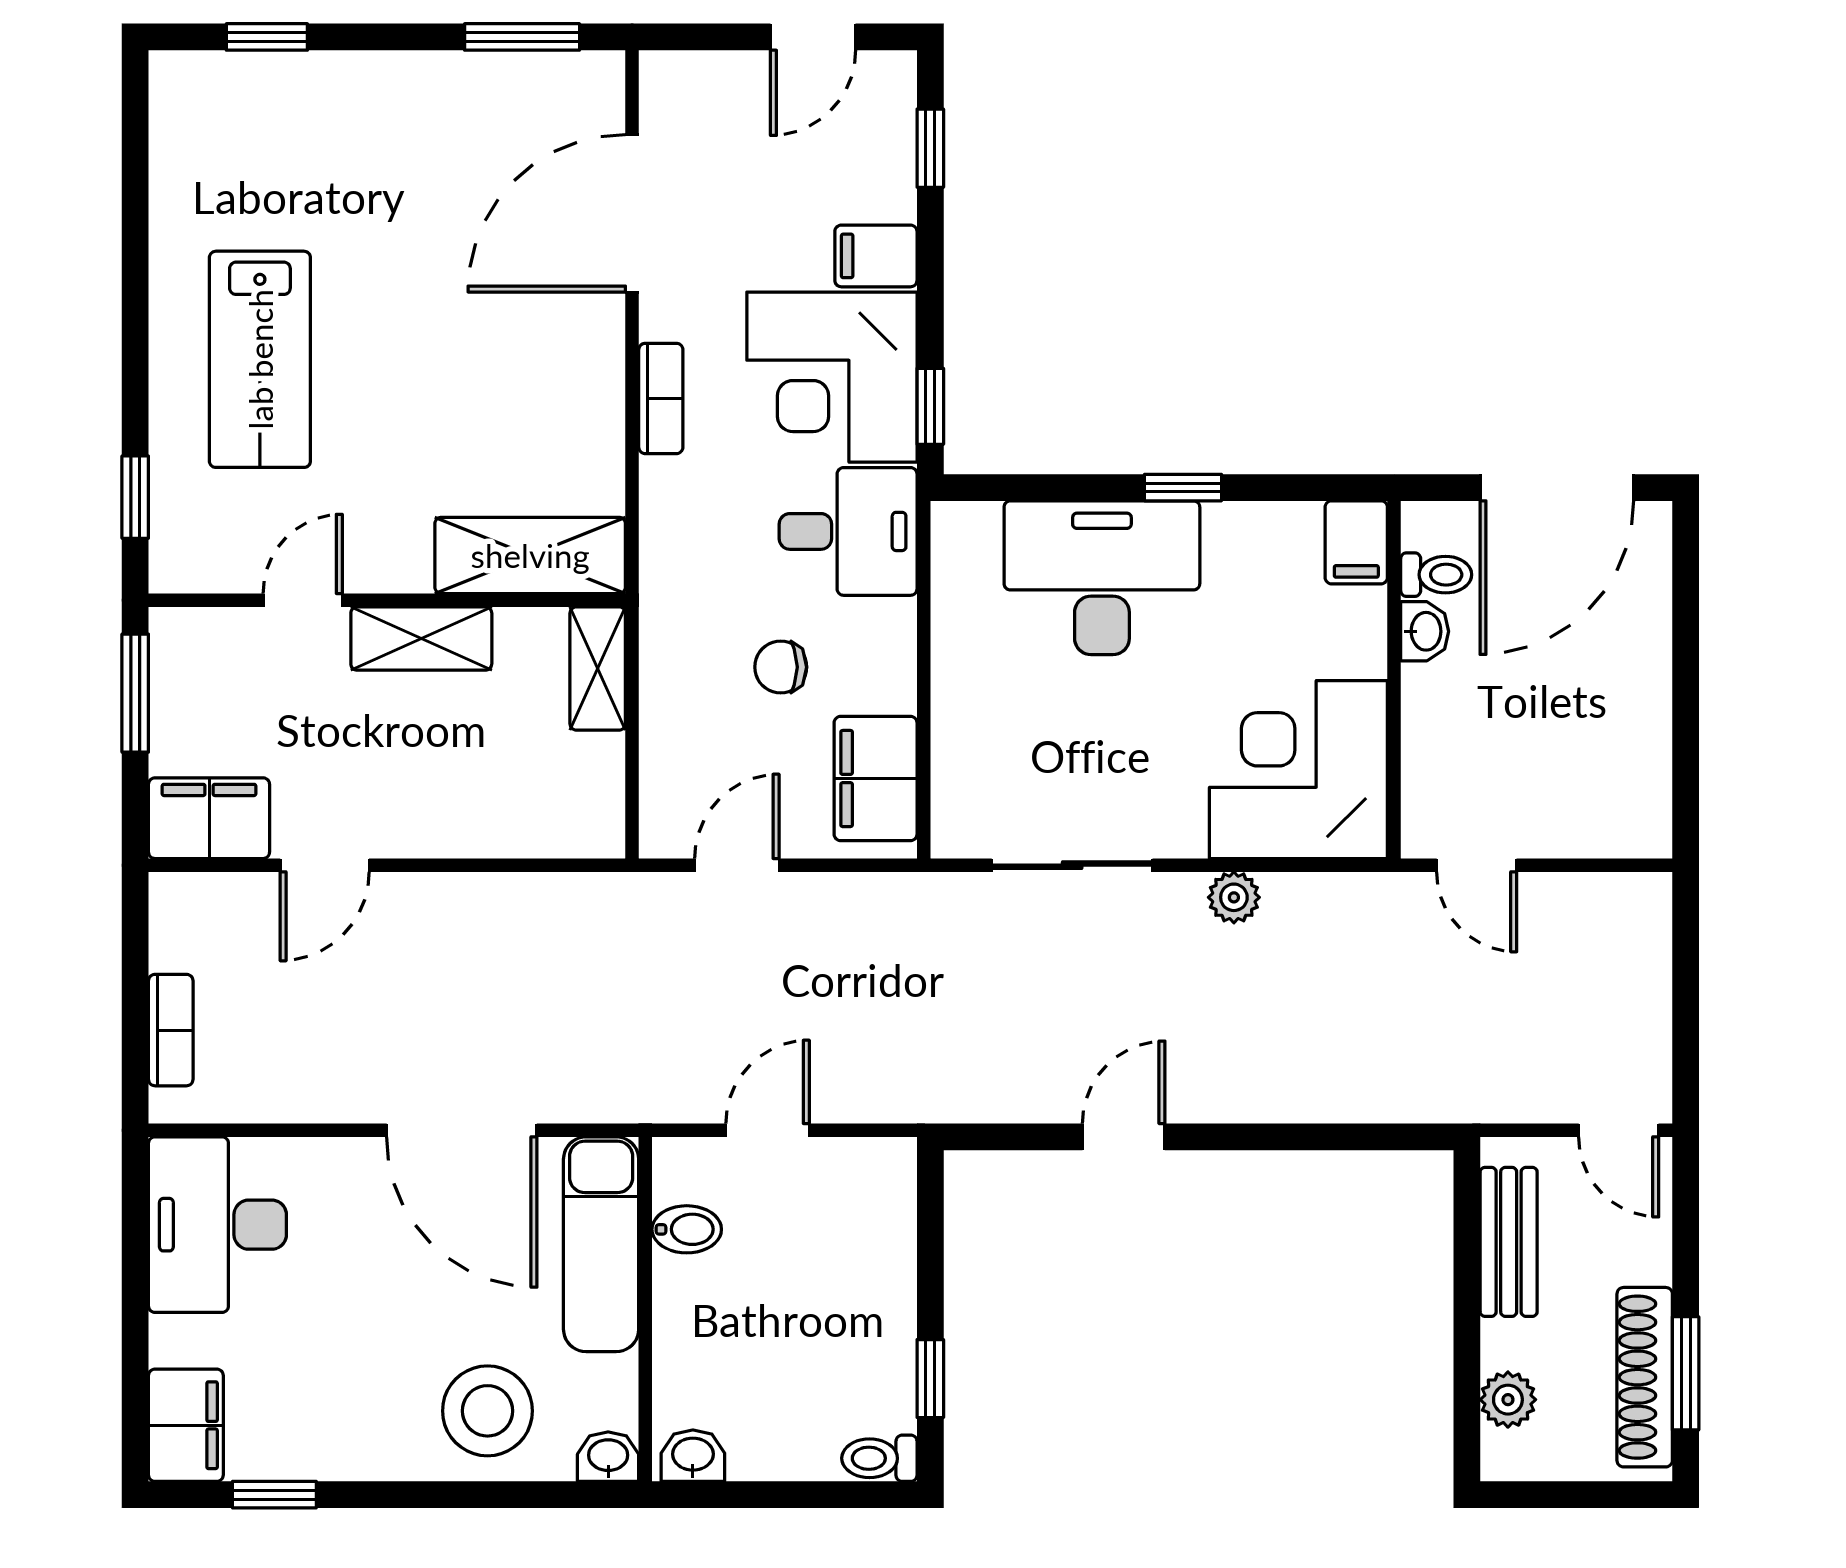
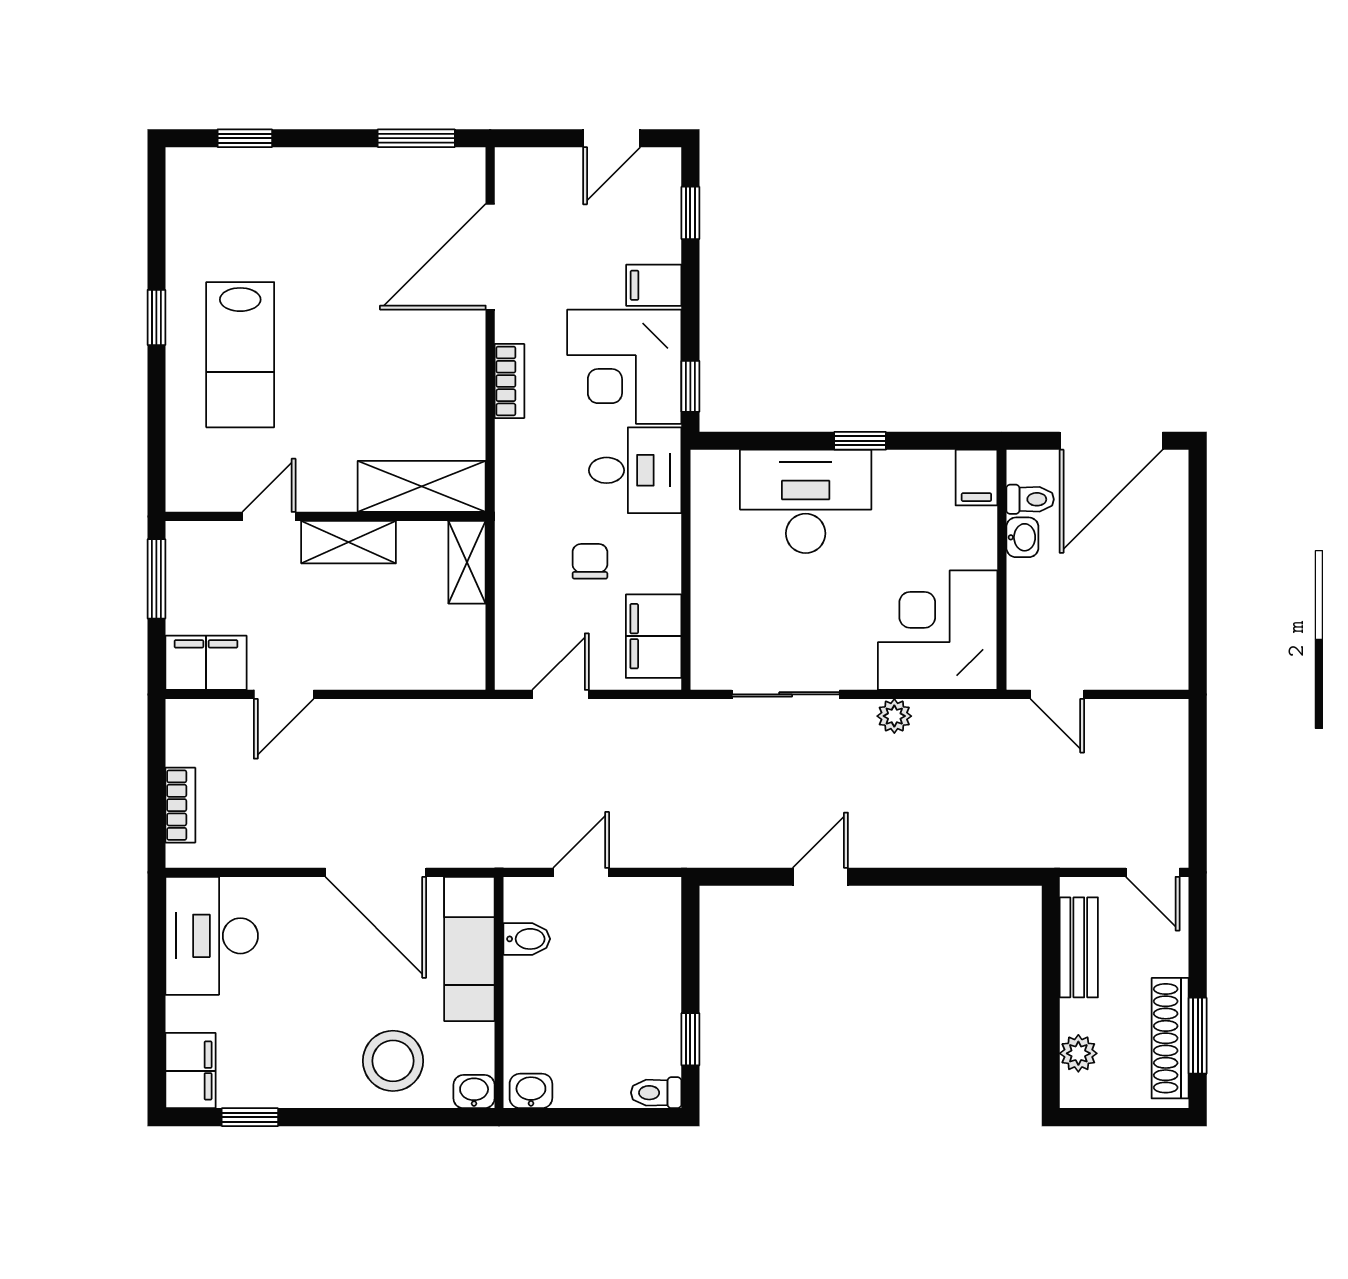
window: (135, 497) -> (156, 317), moved
chair: (781, 667) -> (590, 561), turned 90

